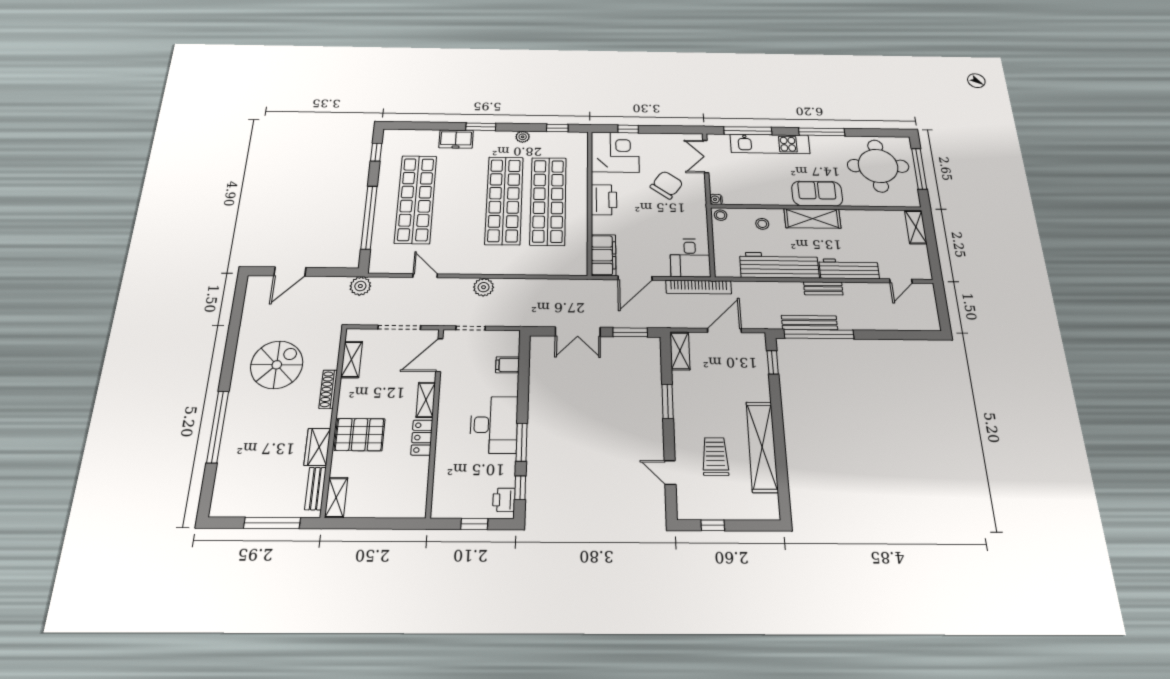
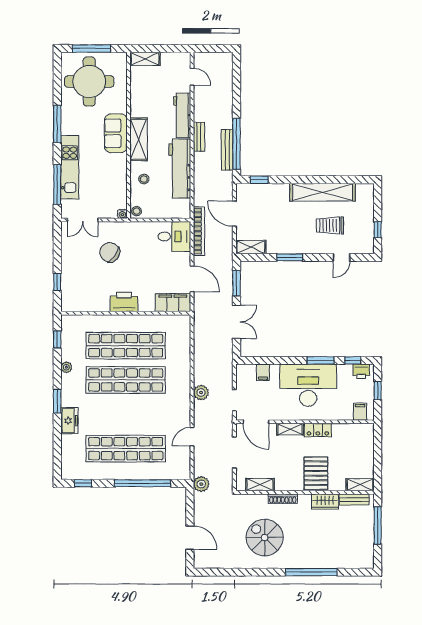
corner desk: (615, 152) -> (80, 293), removed
desk: (494, 425) -> (308, 385), width x1.36, depth x1.30
filing cabinet: (444, 498) -> (360, 412), added

